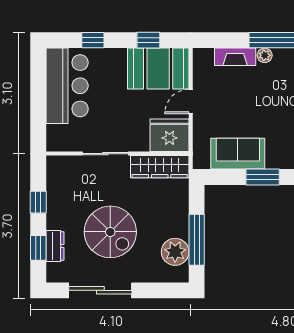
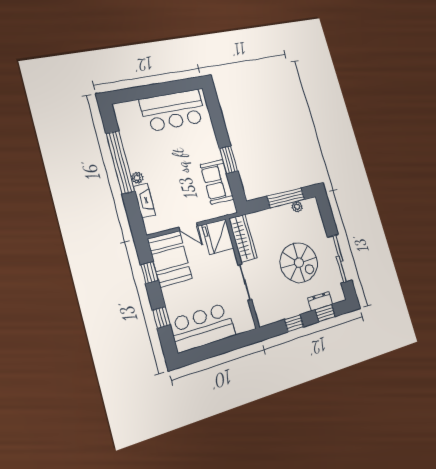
spiral stairs: (110, 232) -> (299, 263), turned 90
plant: (175, 252) -> (297, 207), width x0.53, depth x0.53

